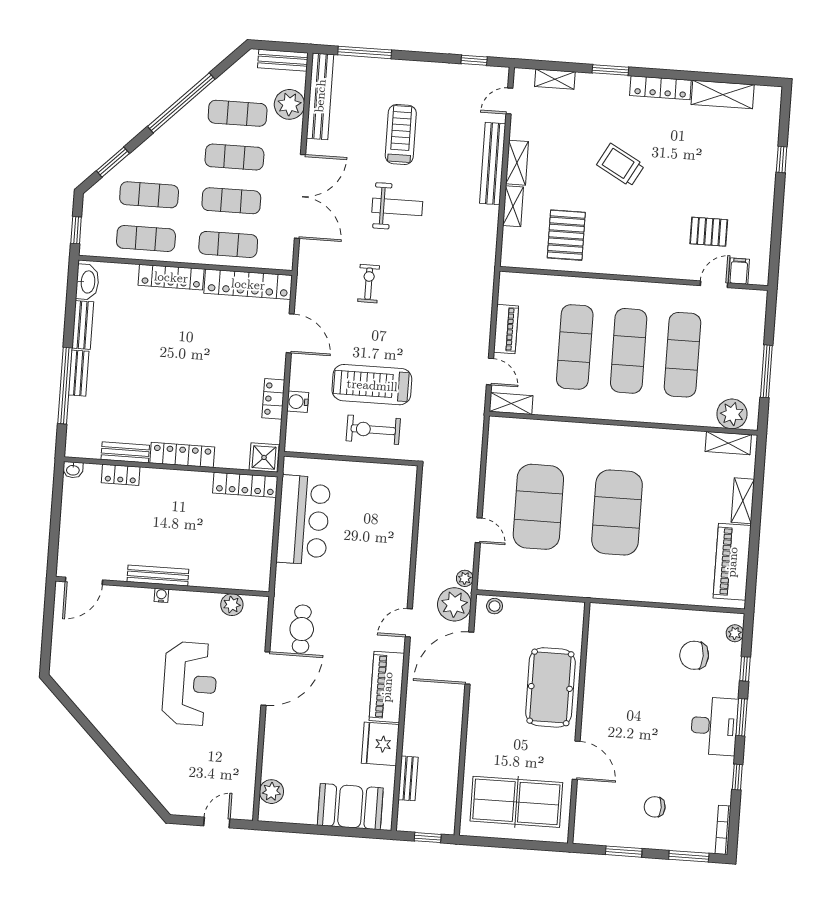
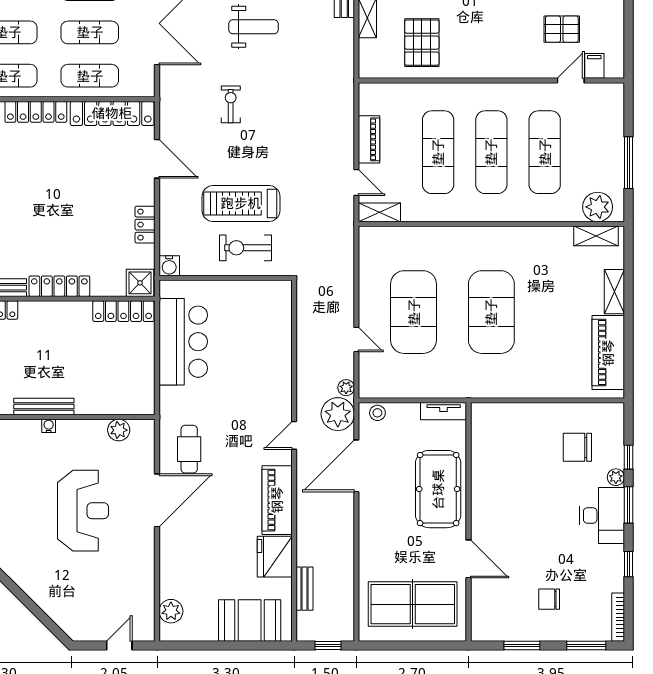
water cooler: (298, 402) -> (169, 266), moved, turned -90
tv unit: (562, 609) -> (444, 411), added
plant: (735, 633) -> (616, 477), moved

